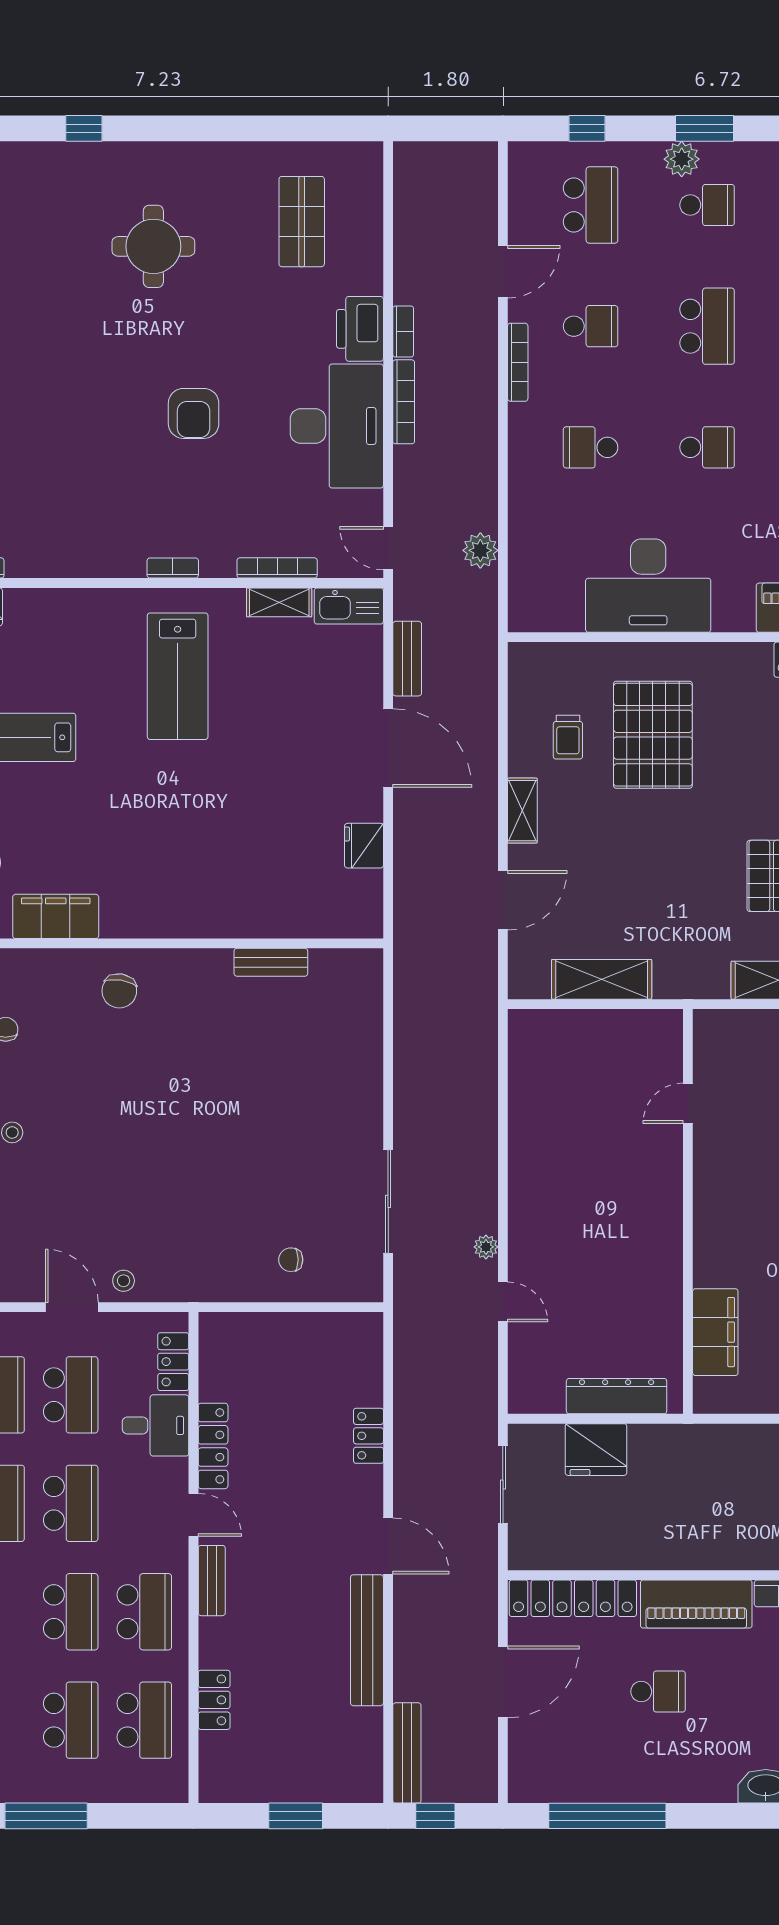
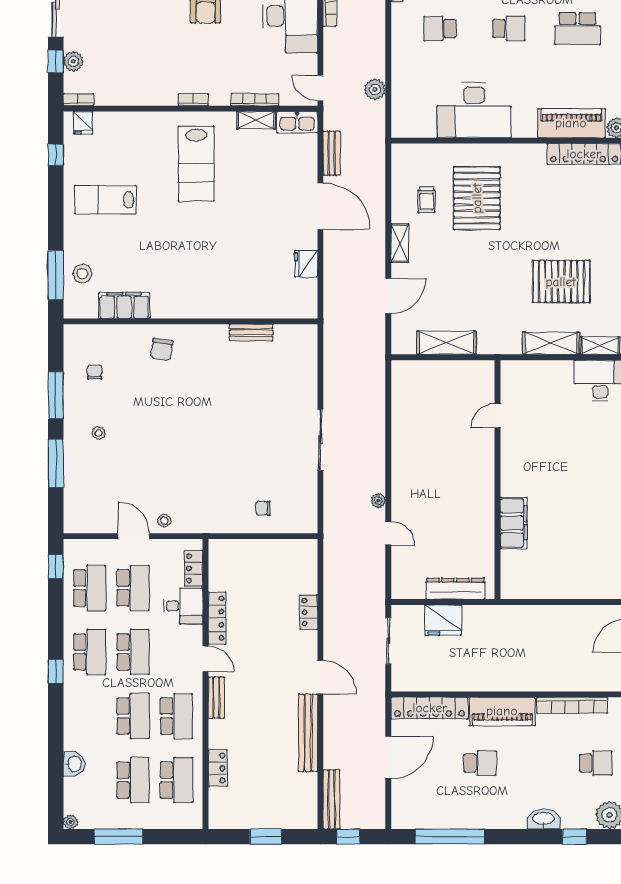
sliding door: (388, 1201) -> (320, 440), moved
filing cabinet: (715, 1332) -> (514, 523), moved

